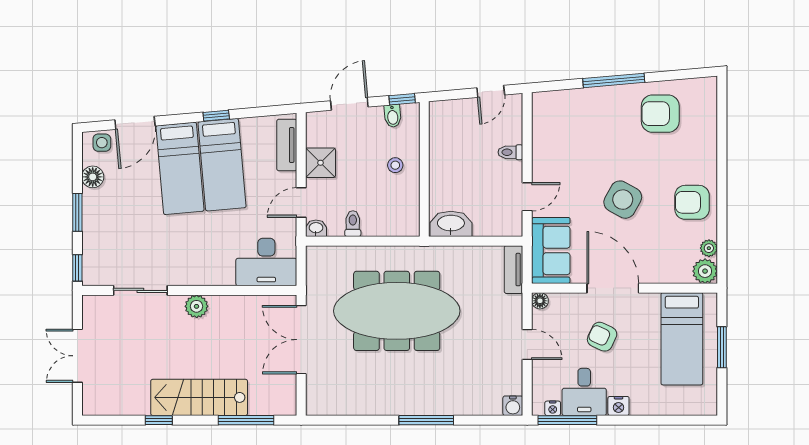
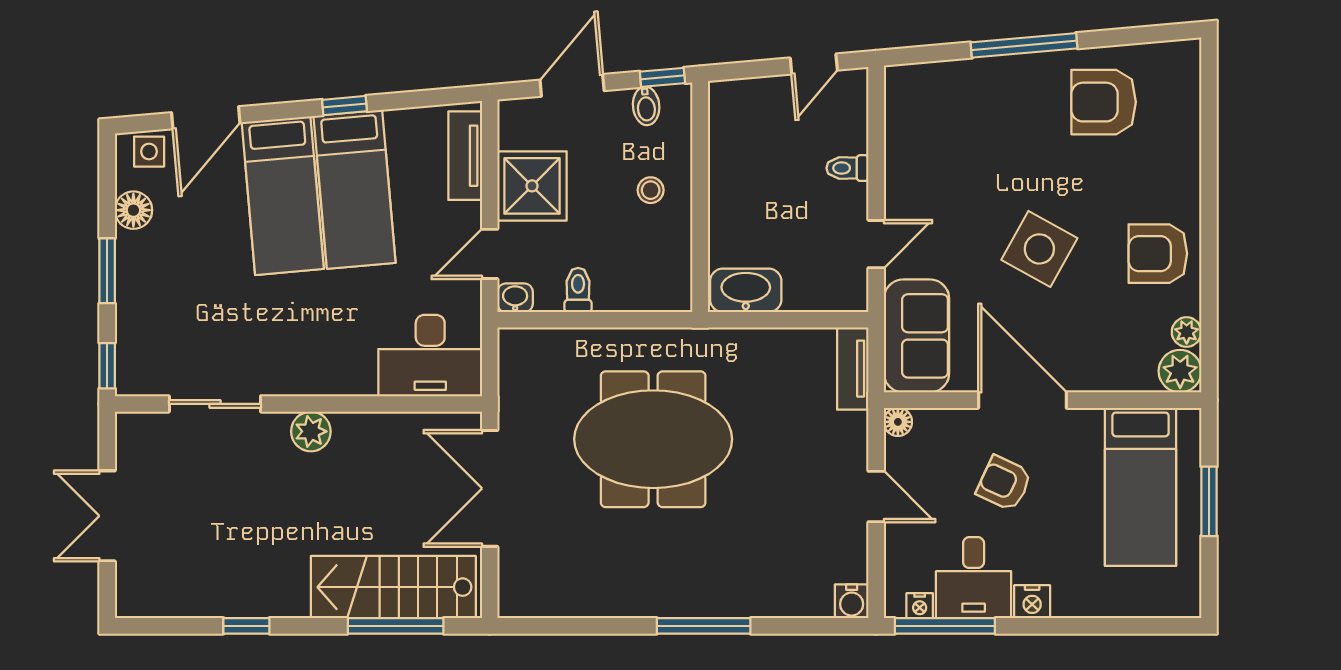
shower: (320, 163) -> (532, 186), width x1.36, depth x1.36
meeting table: (397, 311) -> (653, 439), width x0.73
stairs: (199, 397) -> (393, 587), moved

